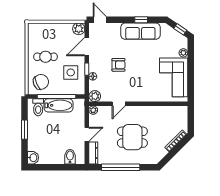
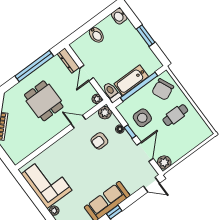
armchair: (118, 65) -> (99, 141), moved
door: (119, 104) -> (78, 122), hinge flipped
toilet: (38, 107) -> (112, 92), moved
dining table: (132, 137) -> (44, 101), turned 90
bidet: (70, 157) -> (96, 35), moved

